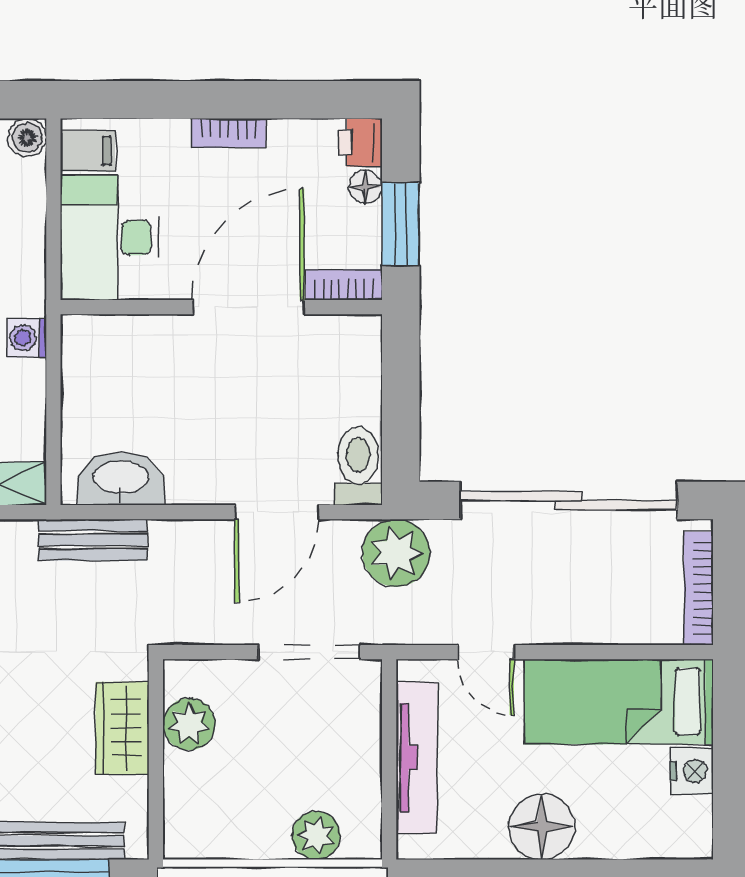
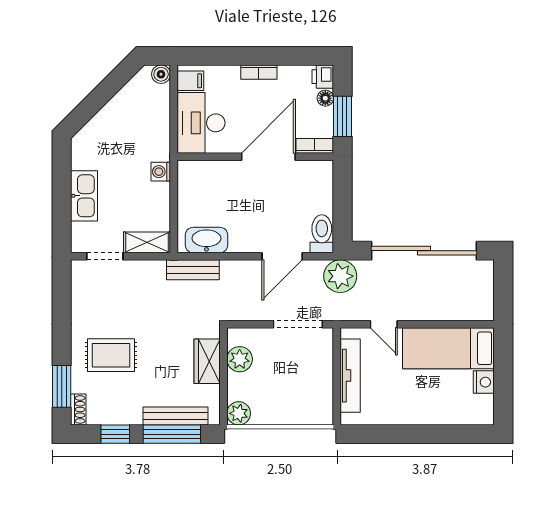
bookcase: (699, 588) -> (487, 293), removed
floor lamp: (542, 827) -> (411, 409), removed
plant: (316, 835) -> (239, 413), moved

